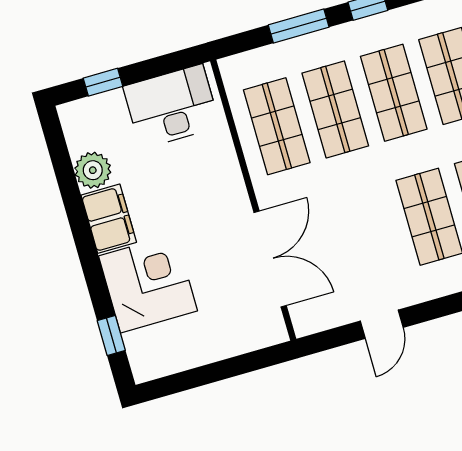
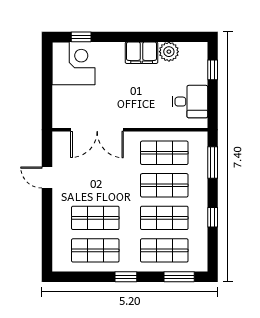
window: (299, 26) -> (213, 162), moved
desk: (172, 107) -> (190, 102), width x0.73
corner desk: (148, 283) -> (74, 63), moved, turned -90

